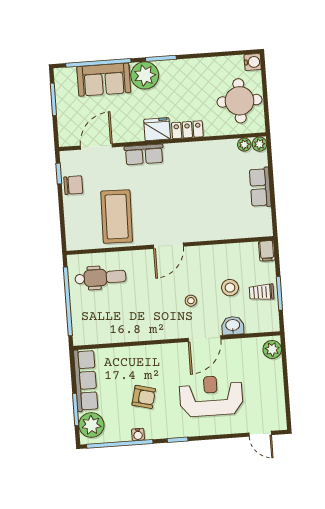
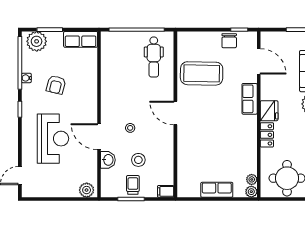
row of seats: (86, 380) -> (81, 39), width x0.68

